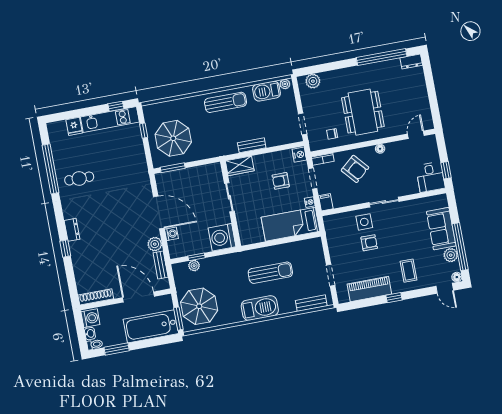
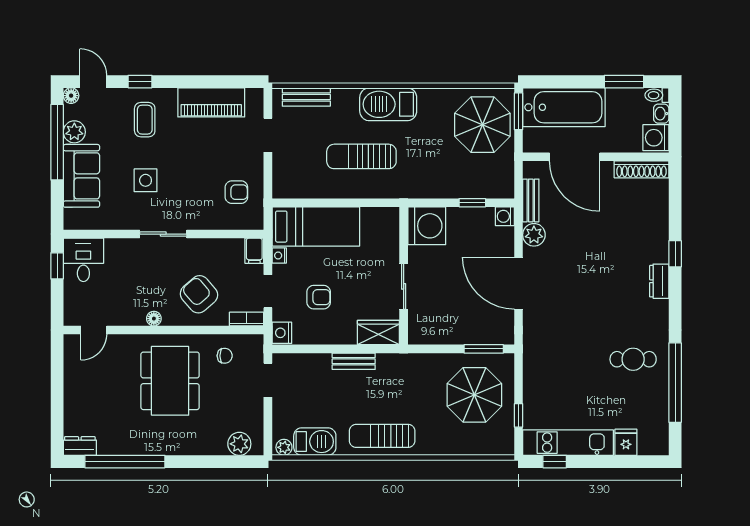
side table: (364, 222) -> (146, 180), moved
washing machine: (171, 234) -> (505, 216), moved
armchair: (369, 243) -> (236, 192), moved, turned 180
plant: (194, 266) -> (479, 190), removed
window: (394, 298) -> (140, 82), moved

